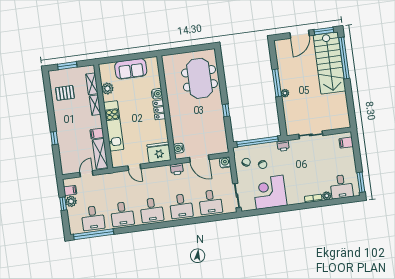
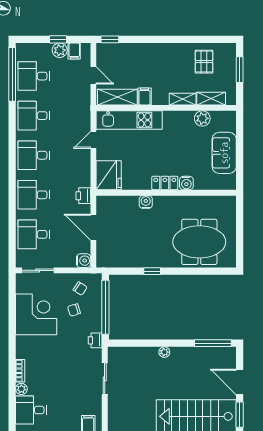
window: (277, 83) -> (213, 343), moved
kitchen unit: (114, 126) -> (129, 120), moved
window: (54, 138) -> (110, 39), moved
water cooler: (179, 148) -> (146, 202), moved
door: (199, 159) -> (93, 227), hinge flipped

